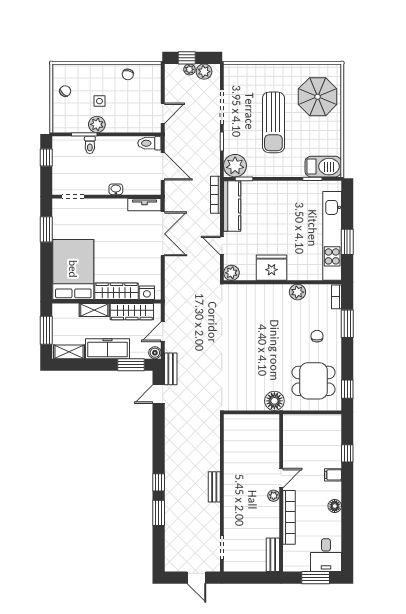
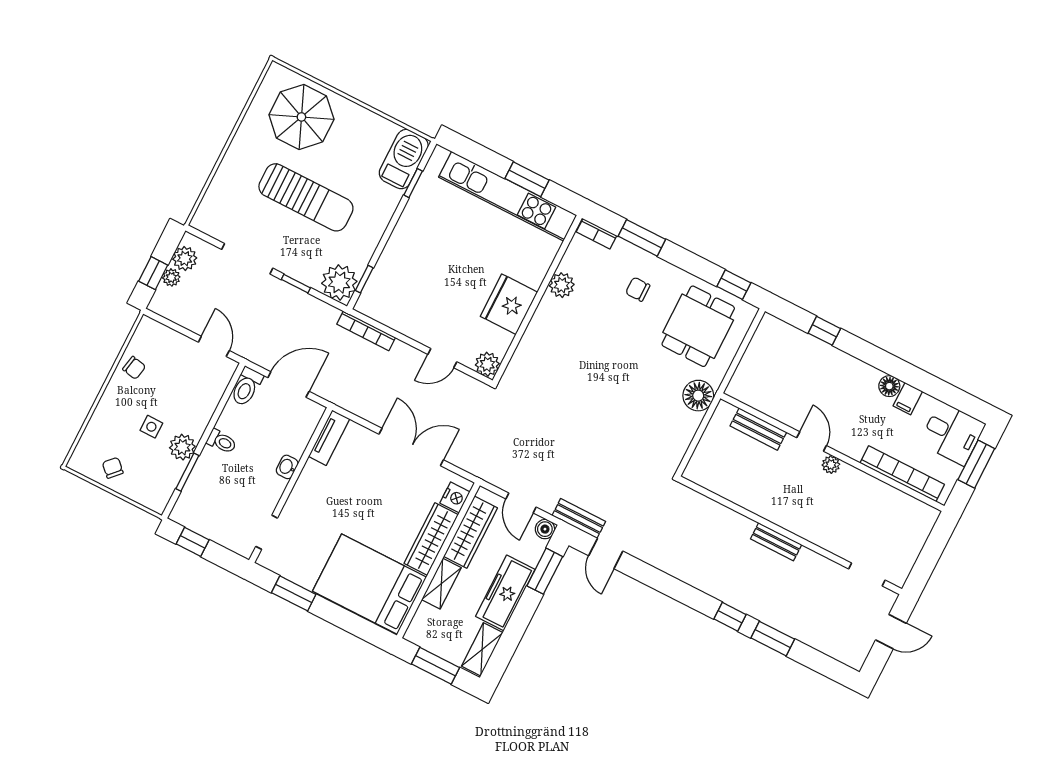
toilet: (90, 145) -> (222, 441), moved
kitchen counter: (232, 206) -> (394, 315), removed
double door: (163, 234) -> (411, 447), moved
filing cabinet: (333, 475) -> (908, 399), moved
bookcase: (289, 517) -> (902, 474), moved
bench: (273, 555) -> (758, 429), moved

